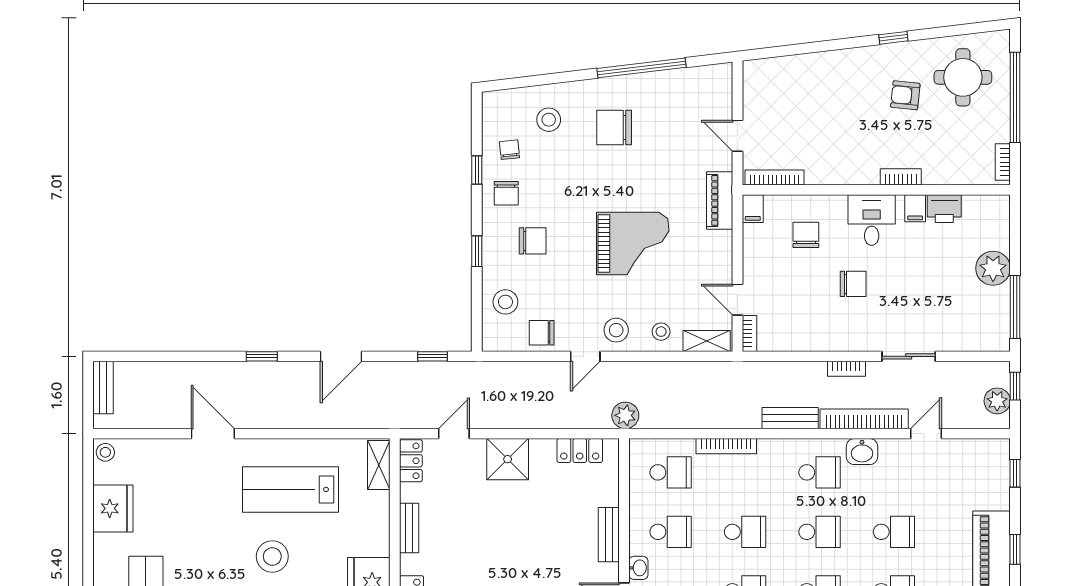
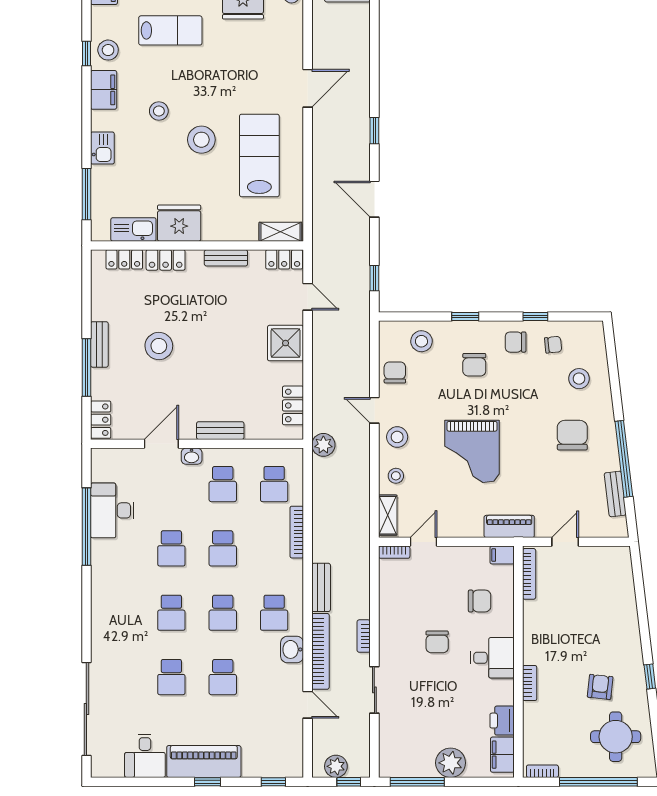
bench: (682, 78) -> (615, 494), added
filing cabinet: (915, 208) -> (502, 755), moved, width x2.00

